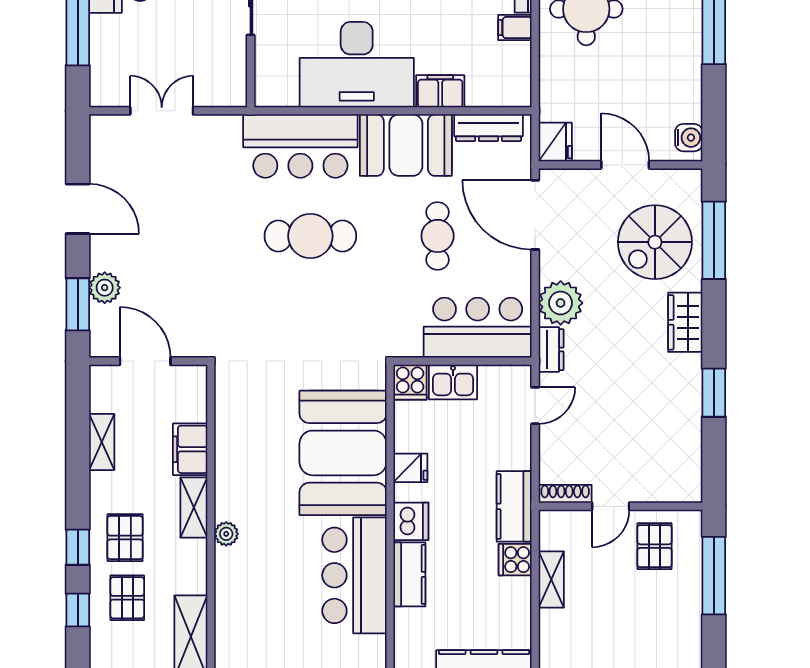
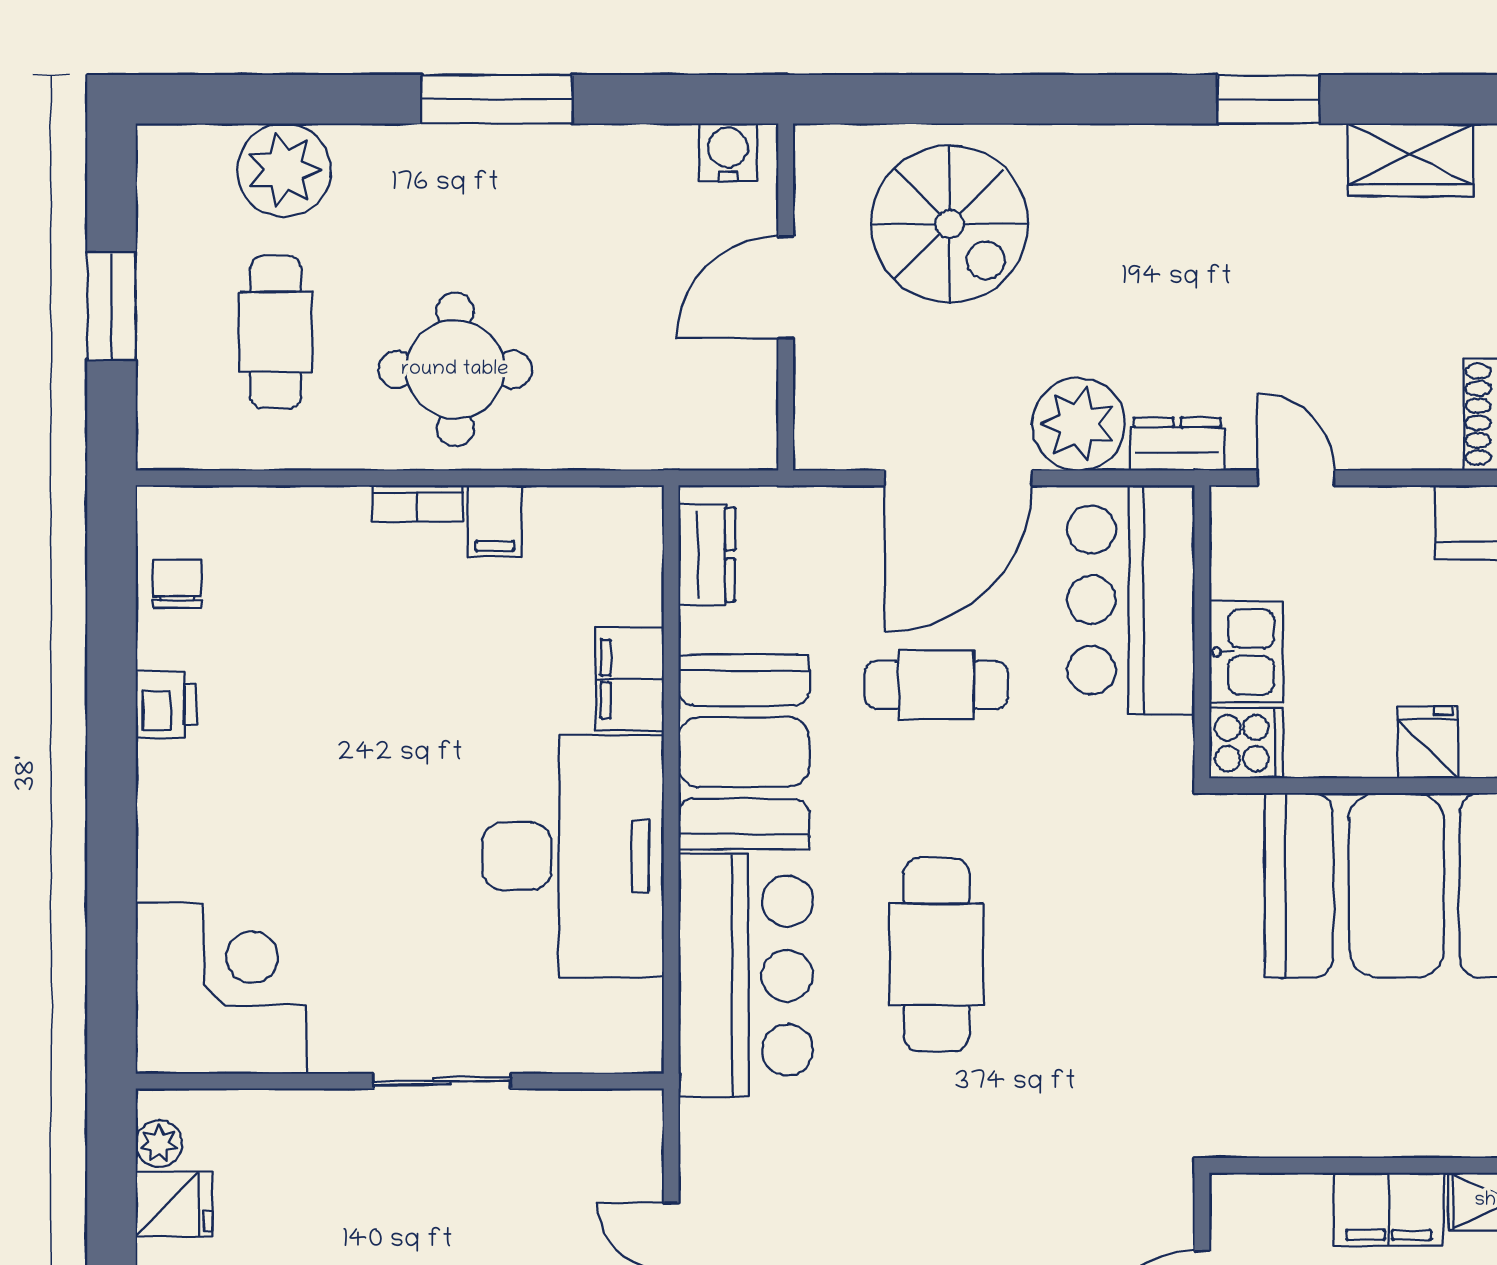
dresser: (488, 128) -> (707, 555), width x0.70
fridge: (555, 142) -> (737, 435), removed
door: (535, 215) -> (958, 478), moved
window: (714, 240) -> (946, 99), removed
wardrobe: (685, 322) -> (1411, 160), moved

